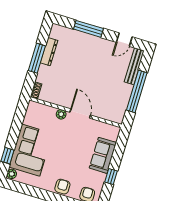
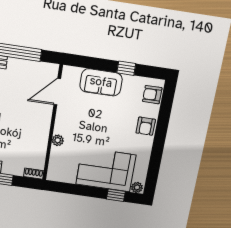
door: (80, 114) -> (57, 92), moved
armchair: (62, 187) -> (146, 126), turned -90

